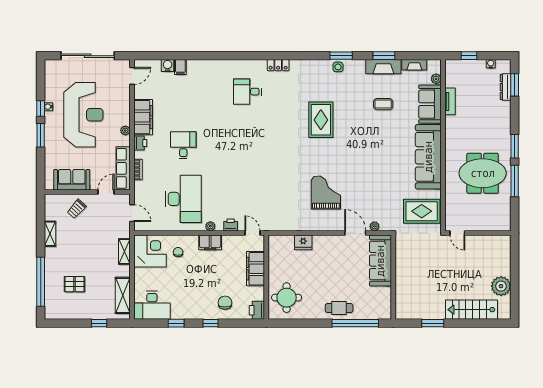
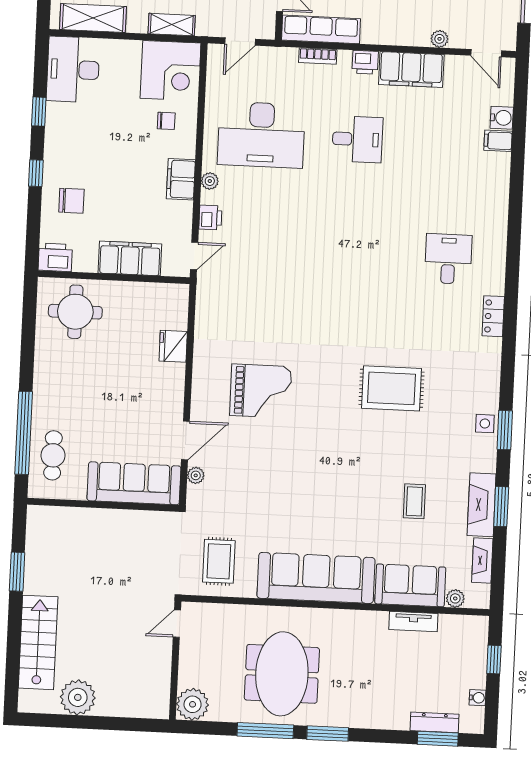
plant: (125, 130) -> (439, 39), moved
rug: (422, 211) -> (219, 561), width x0.73, depth x0.70
plant: (502, 222) -> (193, 704), added
cafe table: (339, 308) -> (53, 455), moved

